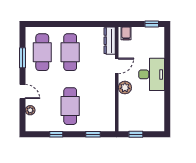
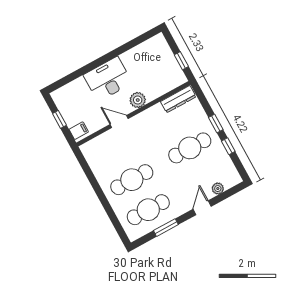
window: (152, 24) -> (59, 119), moved
dresser: (110, 41) -> (178, 99), moved
window: (93, 134) -> (216, 124), moved

